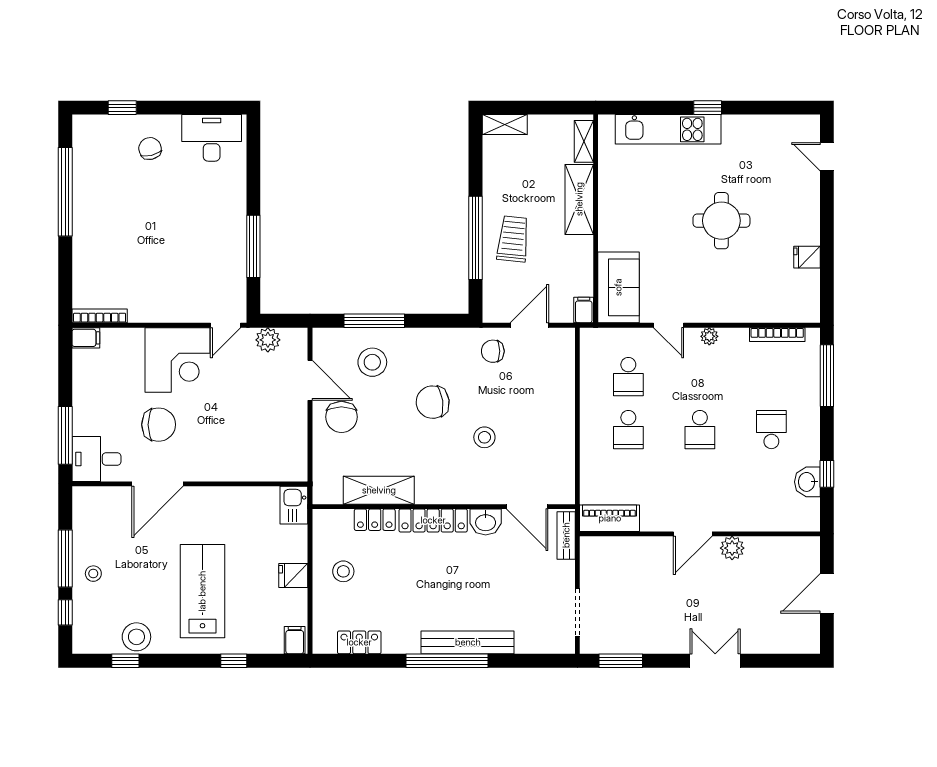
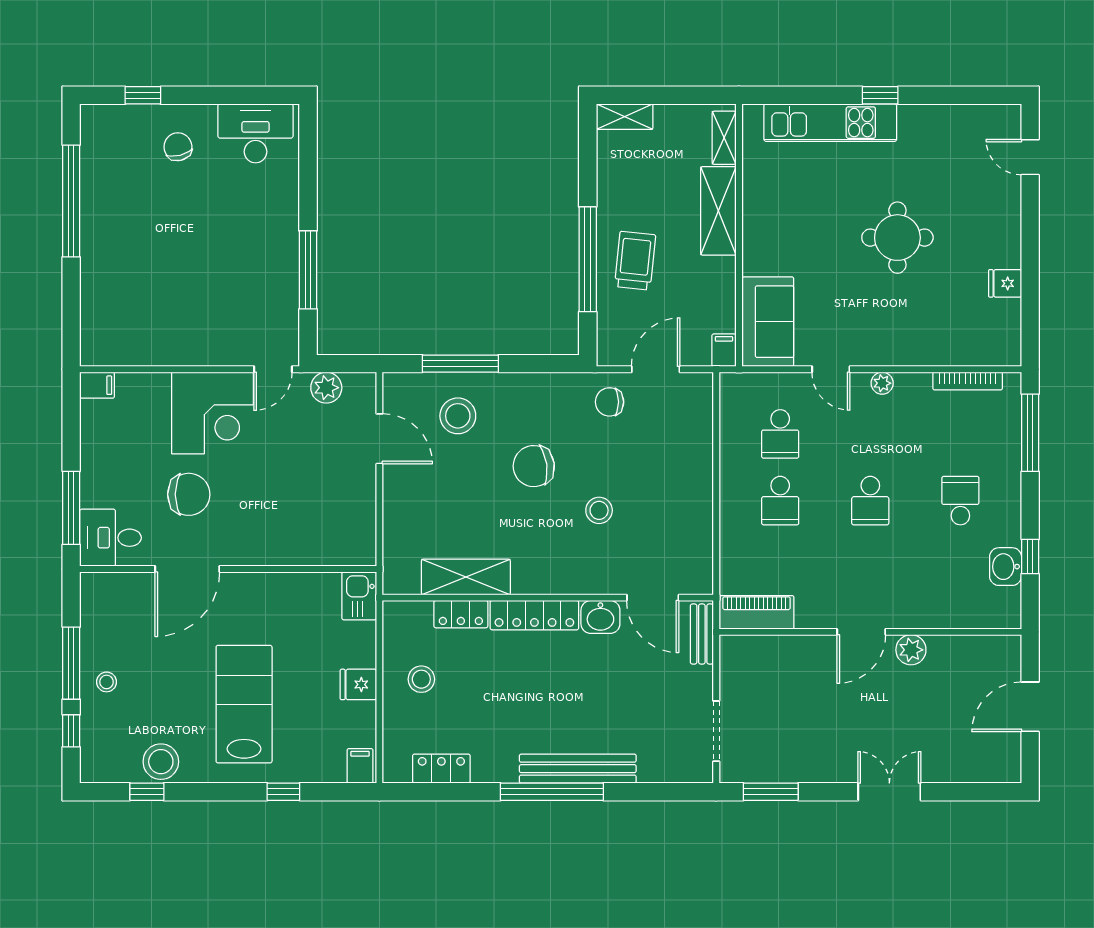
bookcase: (100, 316) -> (114, 358), removed
chair: (341, 417) -> (419, 485), removed

